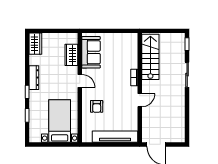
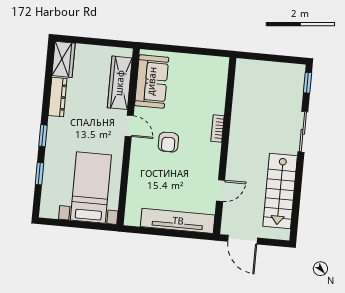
wardrobe: (71, 55) -> (120, 83), width x1.50
stairs: (150, 57) -> (280, 191), moved, turned 180
dresser: (34, 78) -> (58, 97), moved
door: (140, 100) -> (221, 191), moved
armchair: (97, 106) -> (168, 142), moved

